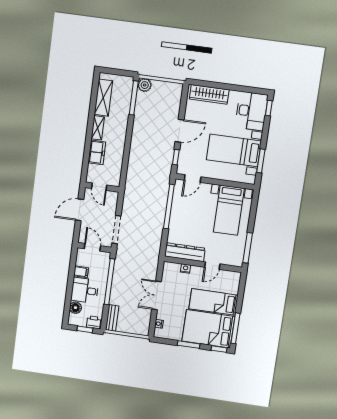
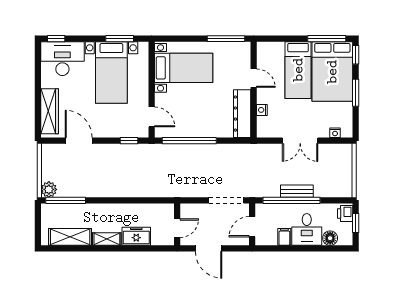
door: (179, 131) -> (79, 141), moved
bench: (112, 318) -> (297, 191), moved

